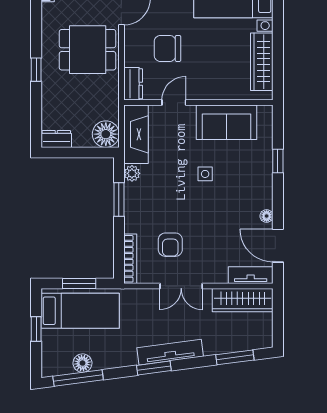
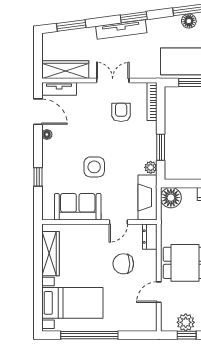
chair: (167, 48) -> (123, 264), turned 180
side table: (205, 174) -> (94, 167), width x1.87, depth x1.87

